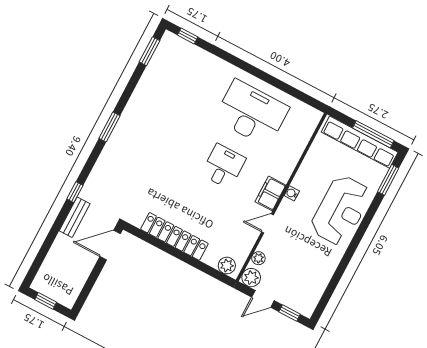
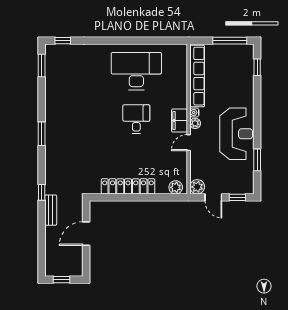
row of seats: (360, 142) -> (197, 76), moved, turned -90
window: (388, 180) -> (257, 67), width x0.67
reception desk: (341, 210) -> (236, 134), moved
door: (110, 245) -> (86, 234), moved
plant: (258, 258) -> (195, 123), moved
window: (334, 283) -> (257, 160), added
door: (263, 299) -> (213, 197), hinge flipped

